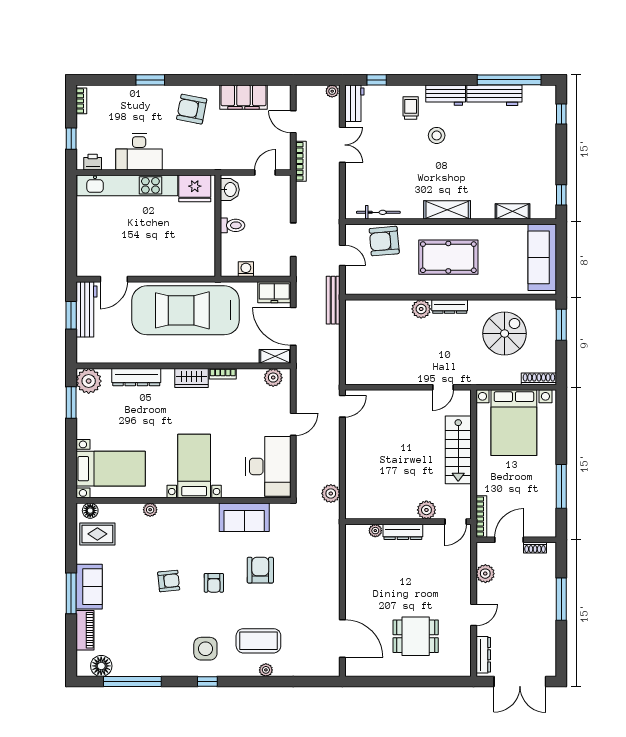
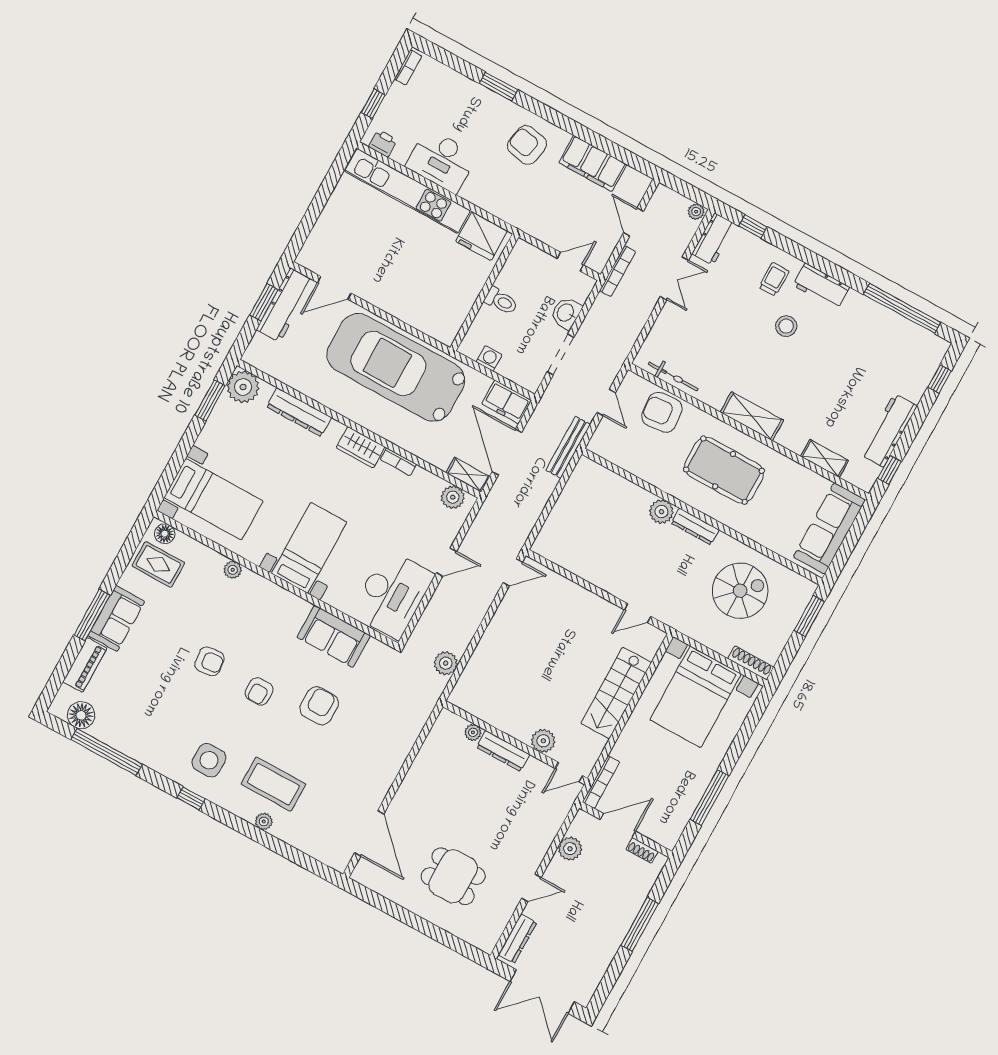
workbench: (494, 95) -> (889, 430), moved, turned 90
washbasin: (230, 190) -> (566, 313), moved, turned 180

